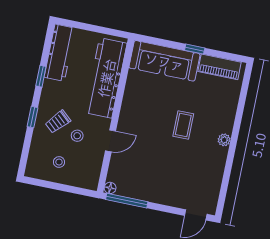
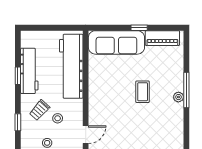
workbench: (60, 53) -> (29, 71), moved
window: (33, 117) -> (18, 122), moved
window: (235, 133) -> (186, 90), added
door: (110, 141) -> (86, 135), moved

